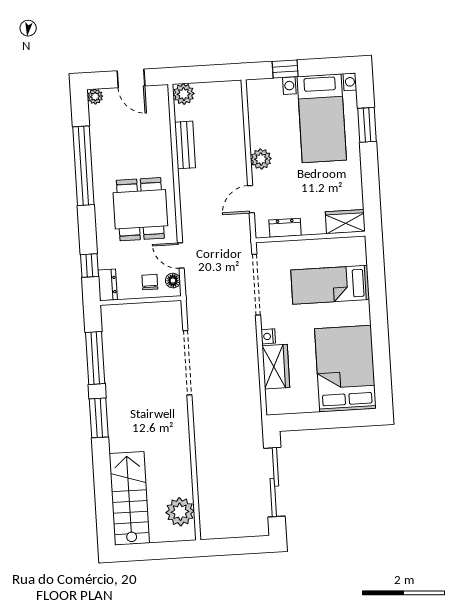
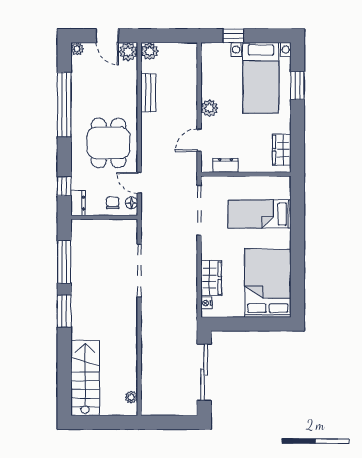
plant: (158, 96) -> (128, 52), added
wardrobe: (345, 222) -> (282, 150), moved, turned -90
nightstand: (268, 336) -> (206, 303), moved
plant: (180, 512) -> (131, 397), width x0.53, depth x0.53

